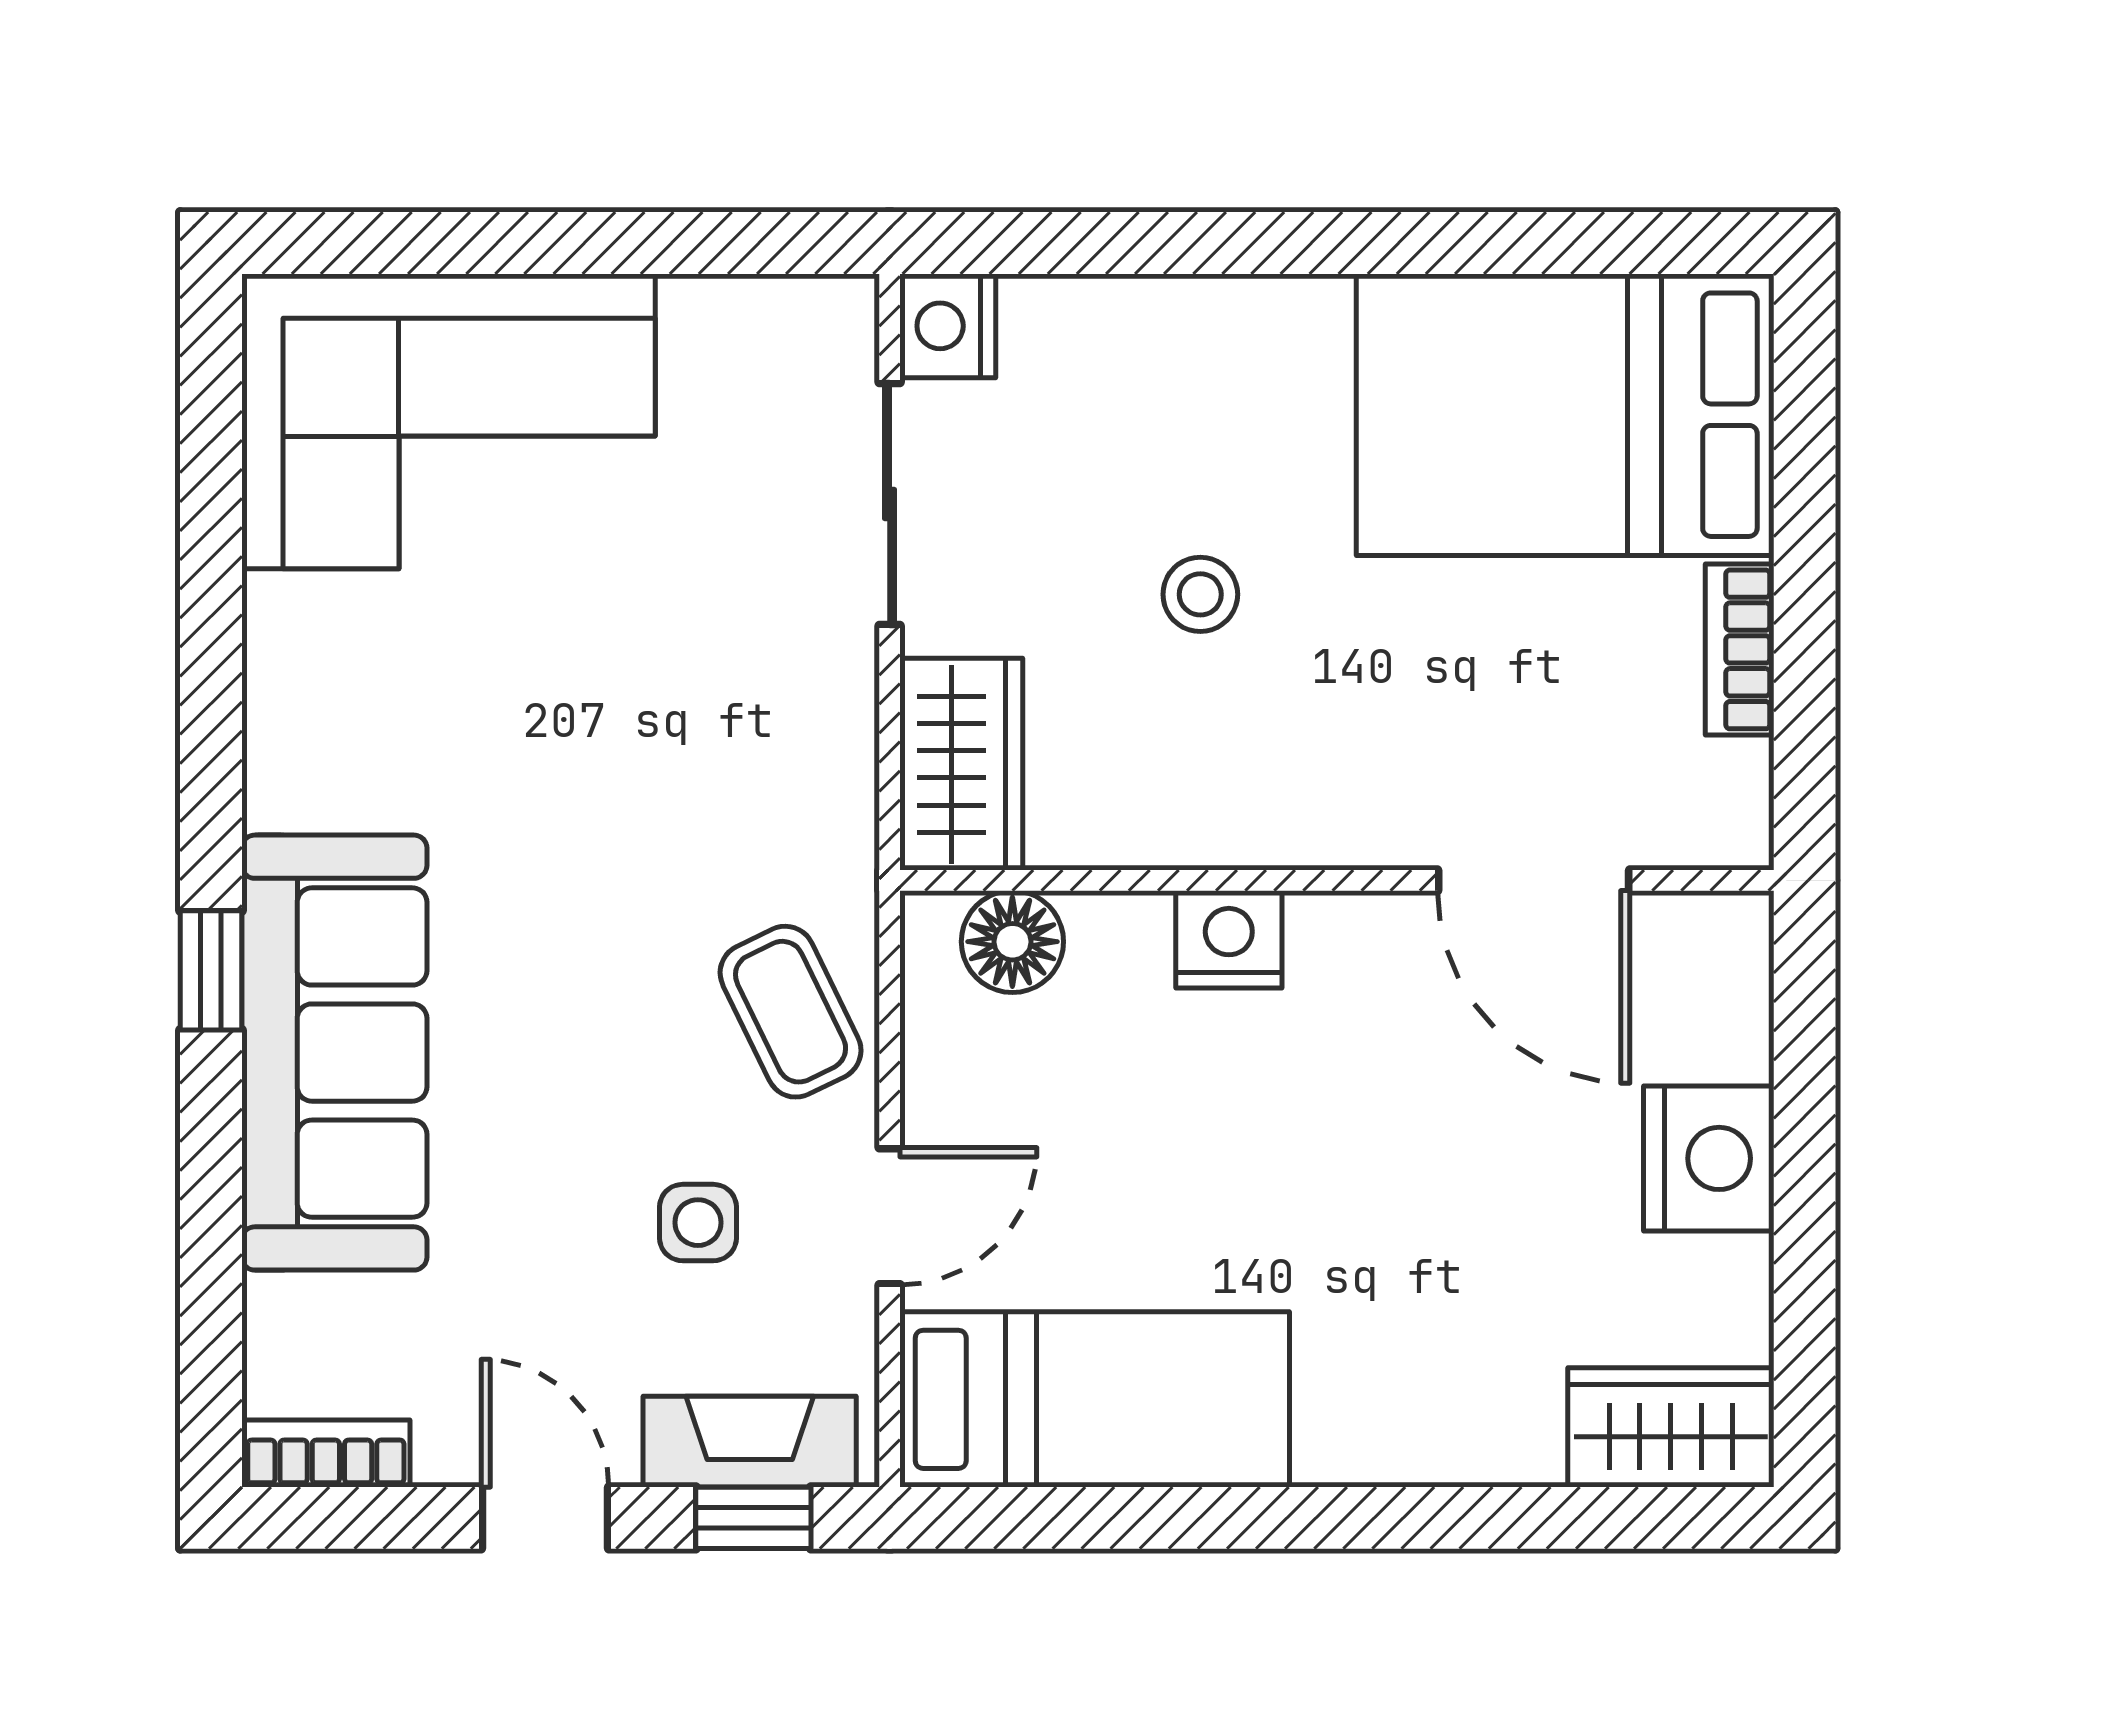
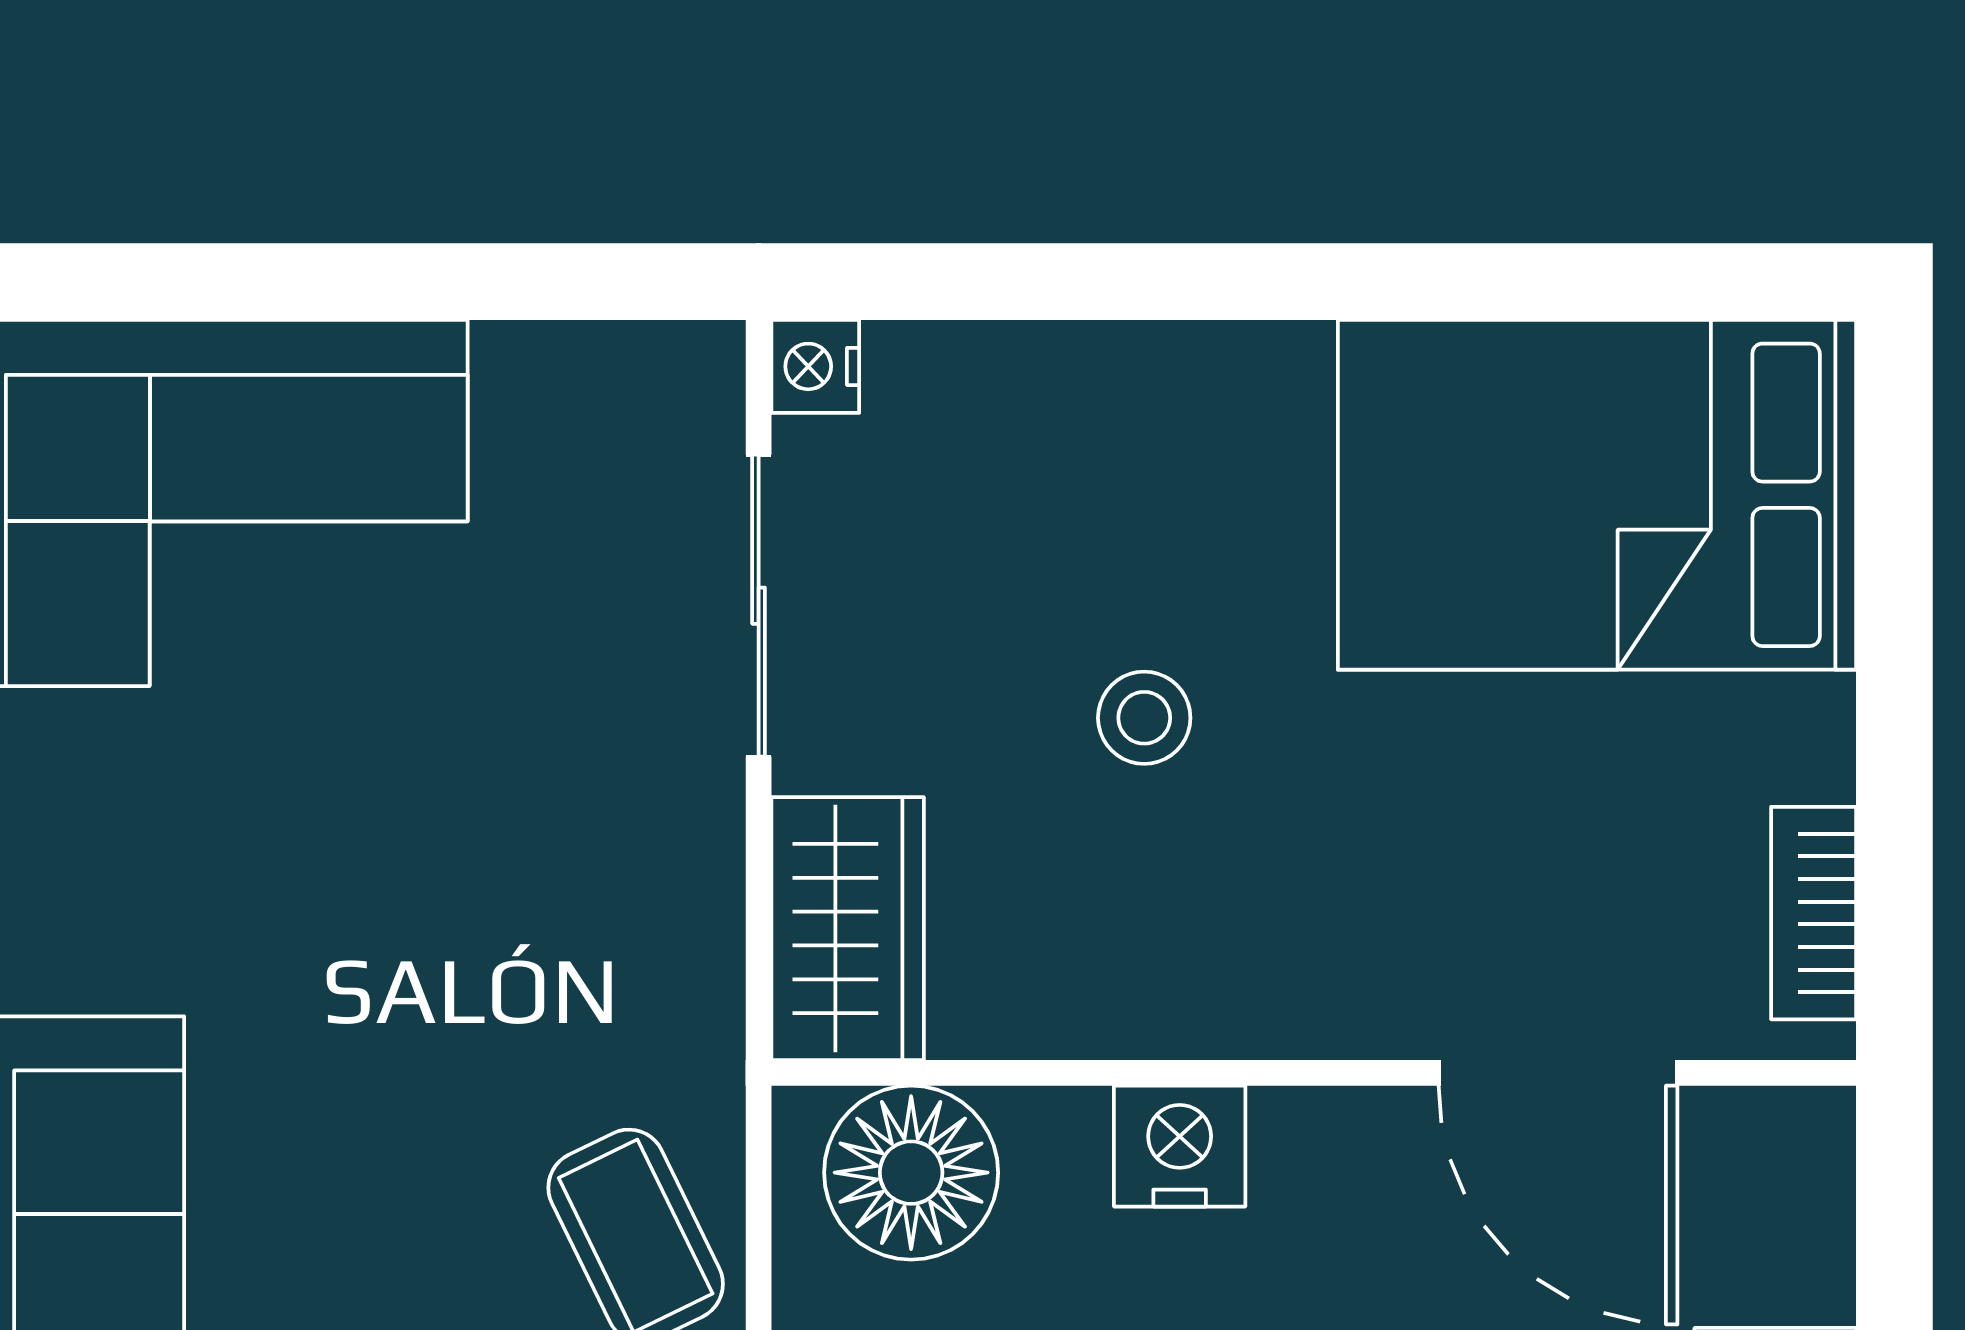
nightstand: (948, 326) -> (815, 366), width x0.72, depth x0.74
bookcase: (1740, 649) -> (1814, 913), moved
floor lamp: (1012, 942) -> (911, 1173), width x1.38, depth x1.38

